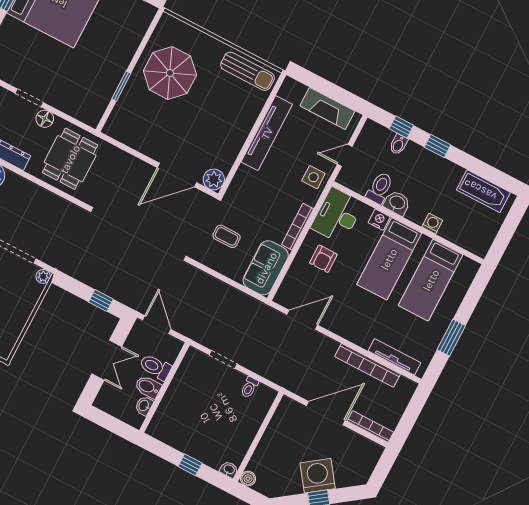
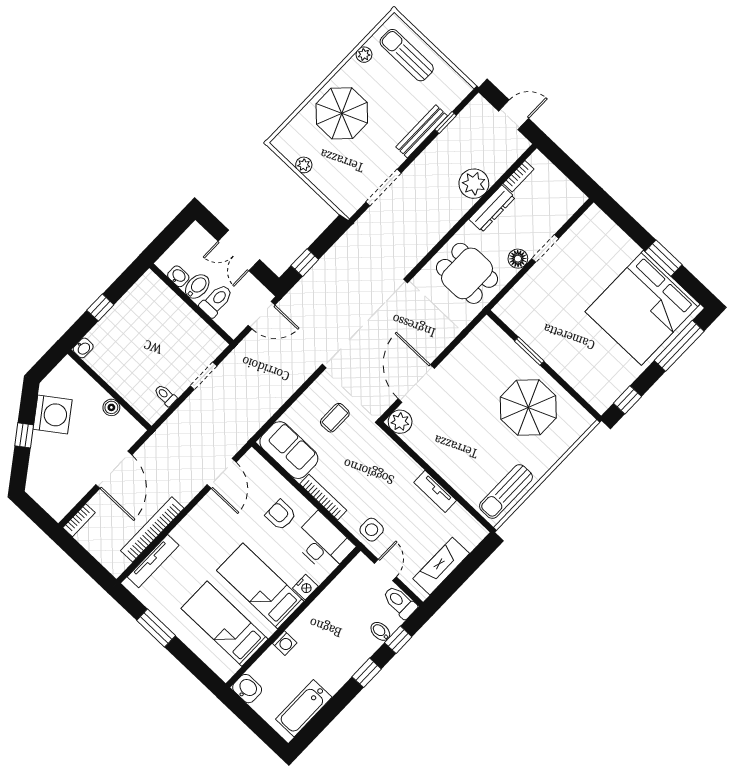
tv unit: (267, 133) -> (435, 491), width x0.52, depth x0.78
toilet: (380, 188) -> (400, 602), moved, turned 180
washbasin: (397, 203) -> (247, 689), moved, turned -90
plant: (43, 276) -> (304, 165), moved
bookcase: (370, 427) -> (79, 520), width x0.64
washing machine: (318, 476) -> (53, 414), moved
boiler: (248, 479) -> (111, 407), moved

